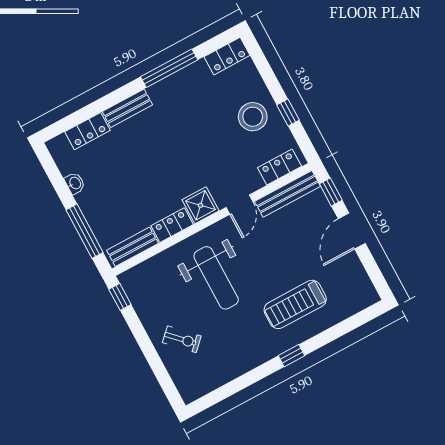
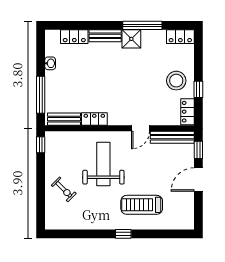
locker: (280, 167) -> (188, 112), moved, turned -90
shower: (200, 205) -> (131, 39), moved
weight bench: (216, 278) -> (103, 164), turned 180

